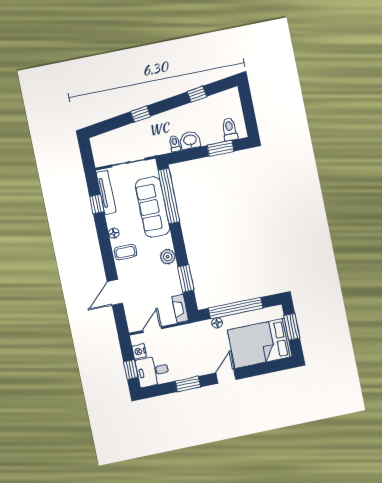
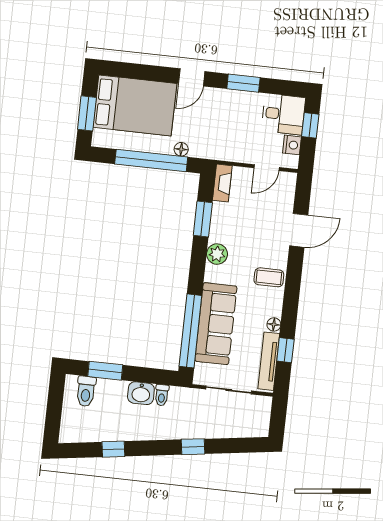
floor lamp: (114, 233) -> (274, 324), moved

